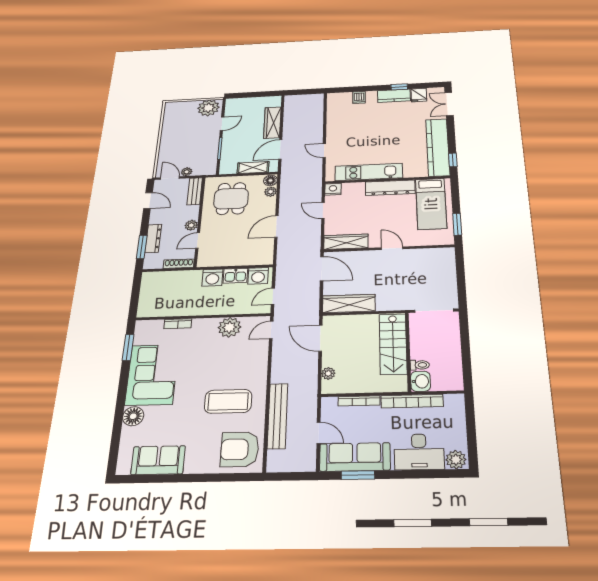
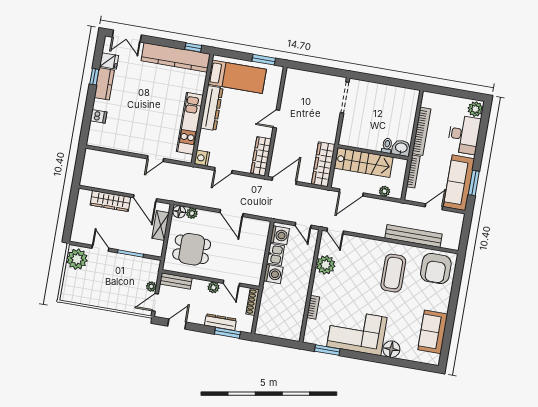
stairs: (393, 344) -> (364, 163), moved
wall: (408, 351) -> (373, 152), moved
toilet: (420, 365) -> (387, 146), moved
washbasin: (421, 381) -> (401, 148), moved

